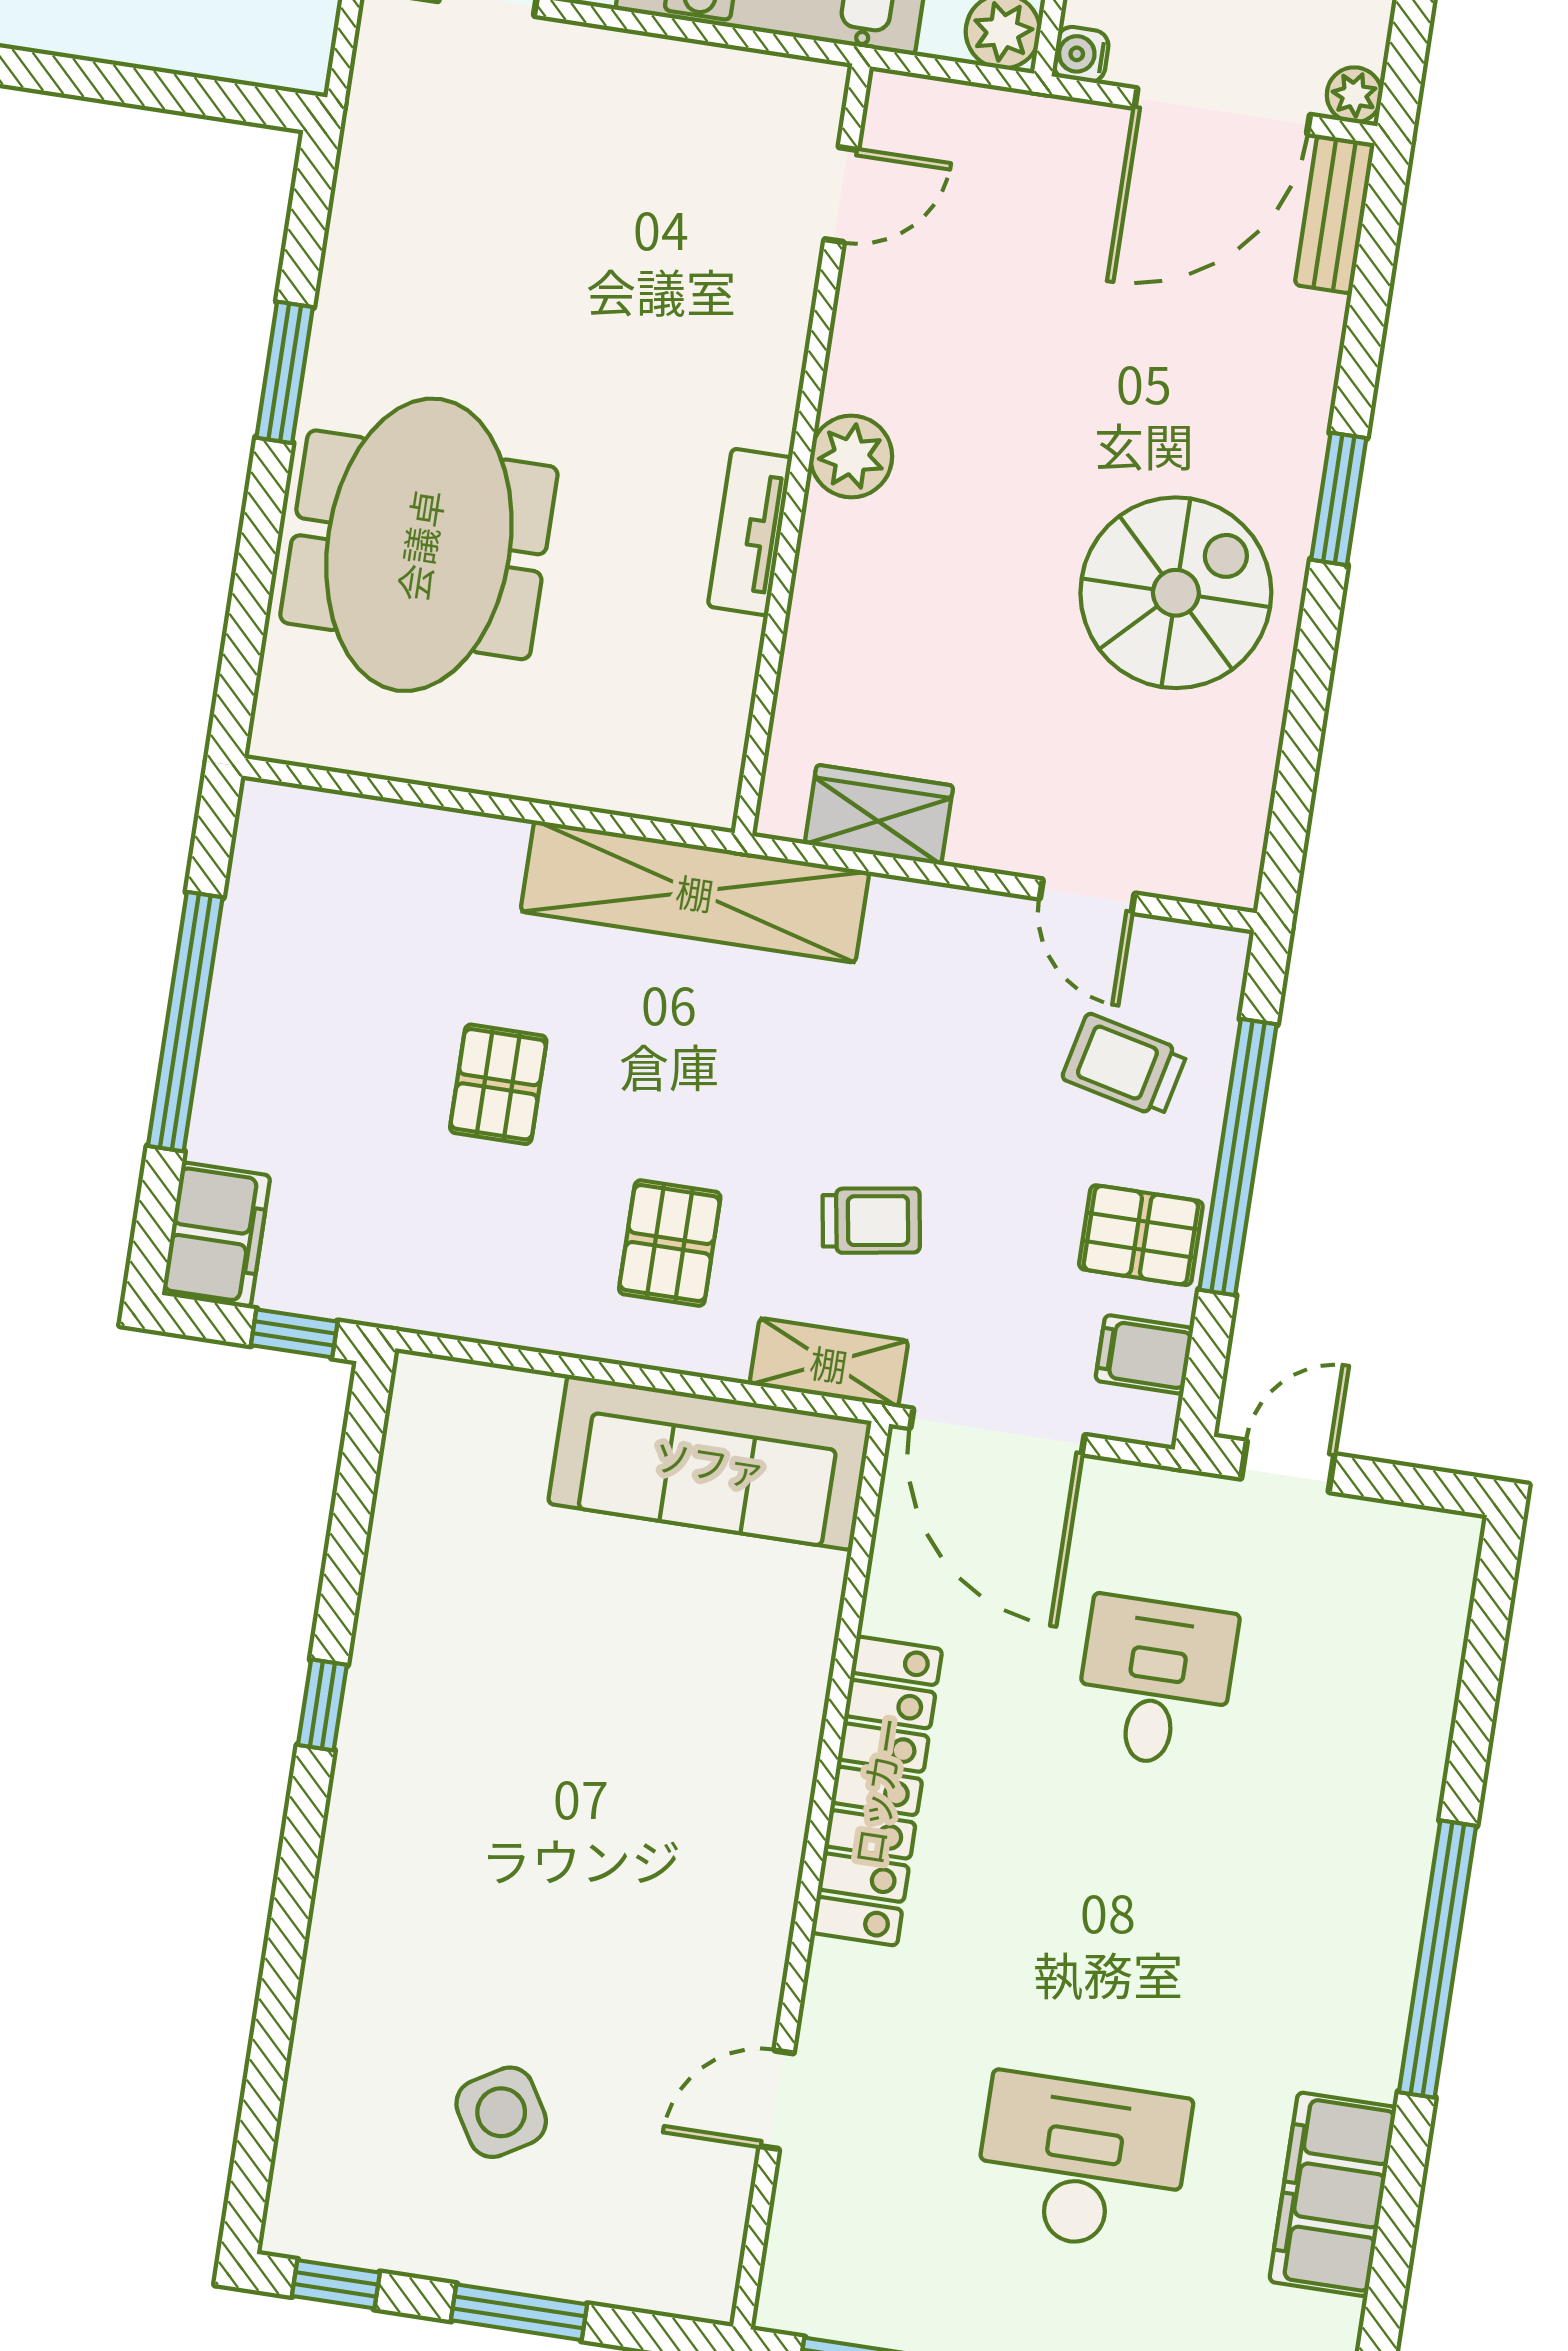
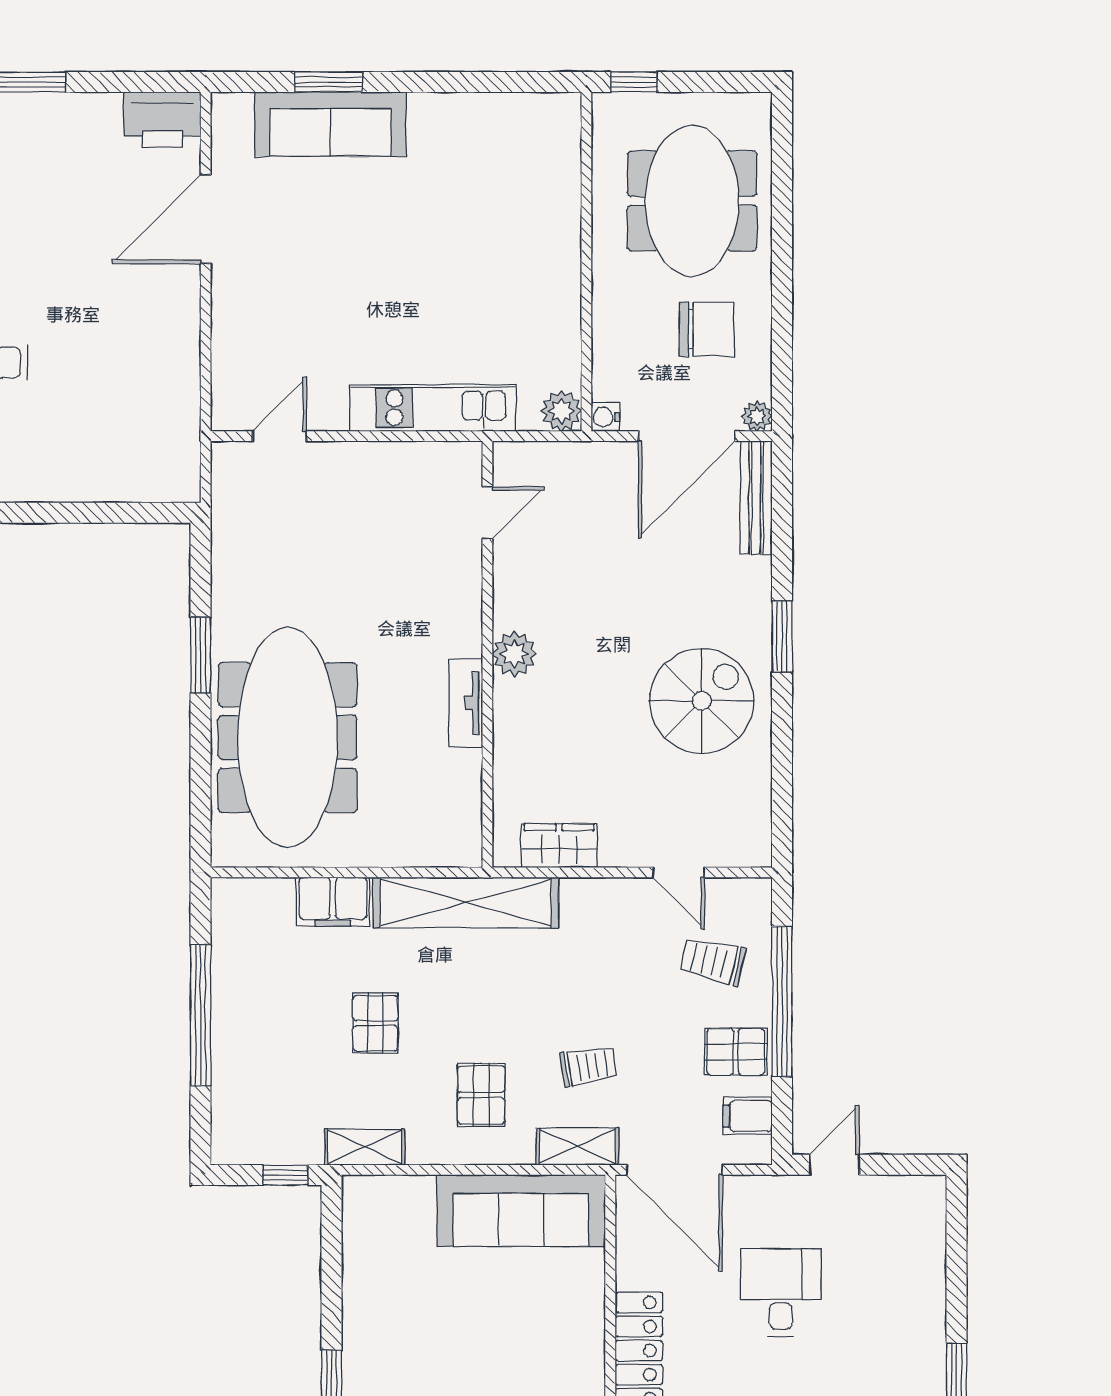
bench: (1335, 214) -> (756, 498), width x1.36
meeting table: (419, 545) -> (288, 738), width x1.36
filing cabinet: (216, 1235) -> (333, 902), moved, turned 90
shelving: (445, 1305) -> (365, 1147), added

